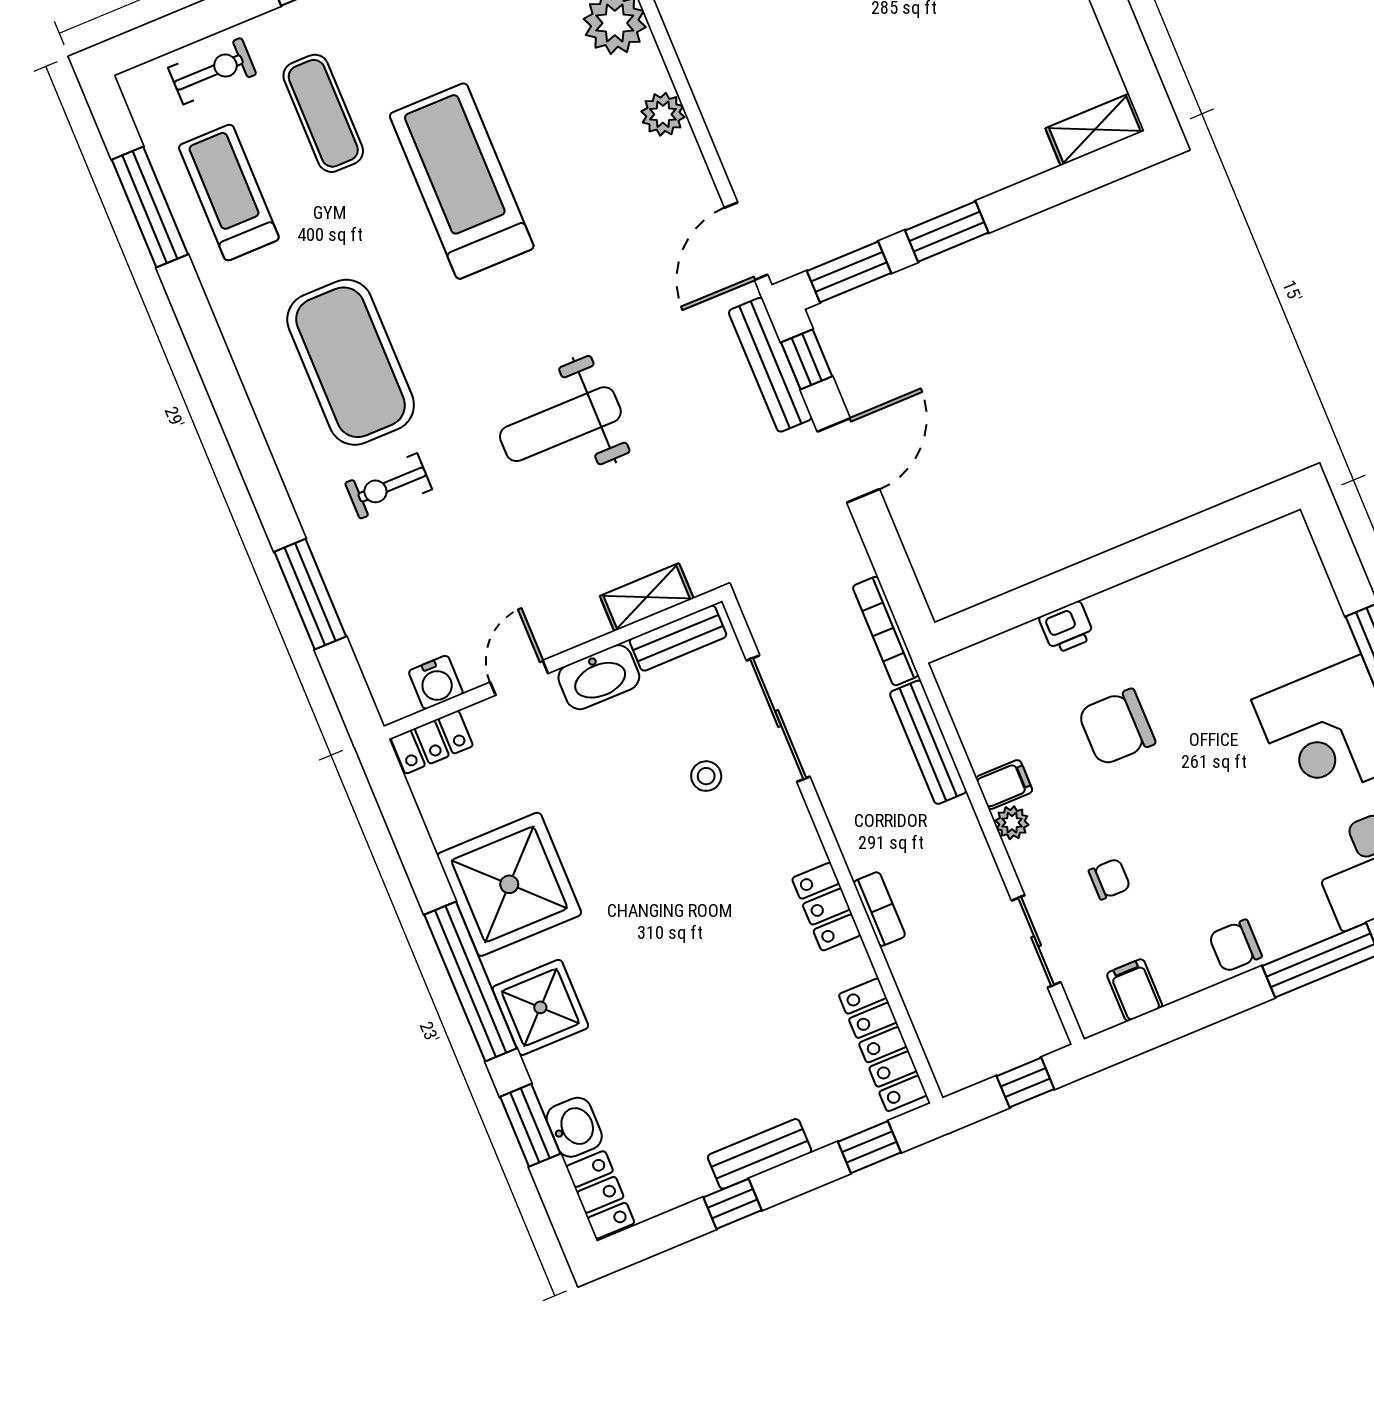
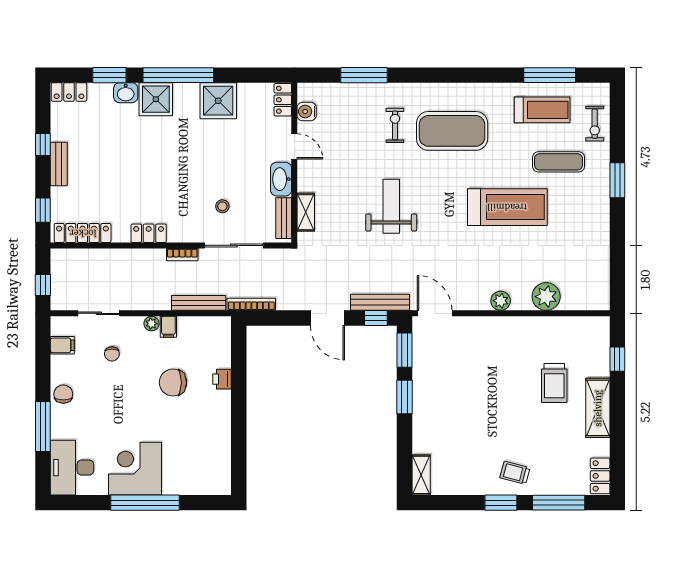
chair: (1117, 727) -> (173, 383), turned -90
shower: (509, 884) -> (218, 101), width x0.73, depth x0.73
bookcase: (879, 909) -> (182, 255), moved
washbasin: (574, 1127) -> (126, 93), moved

